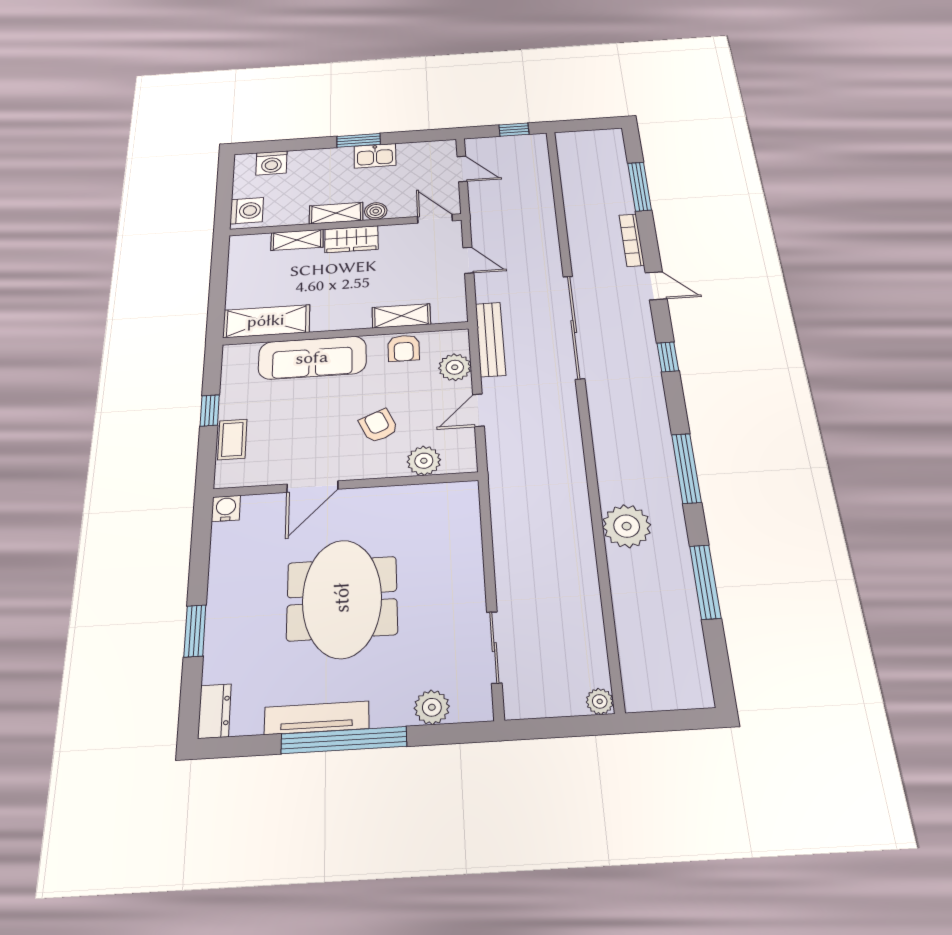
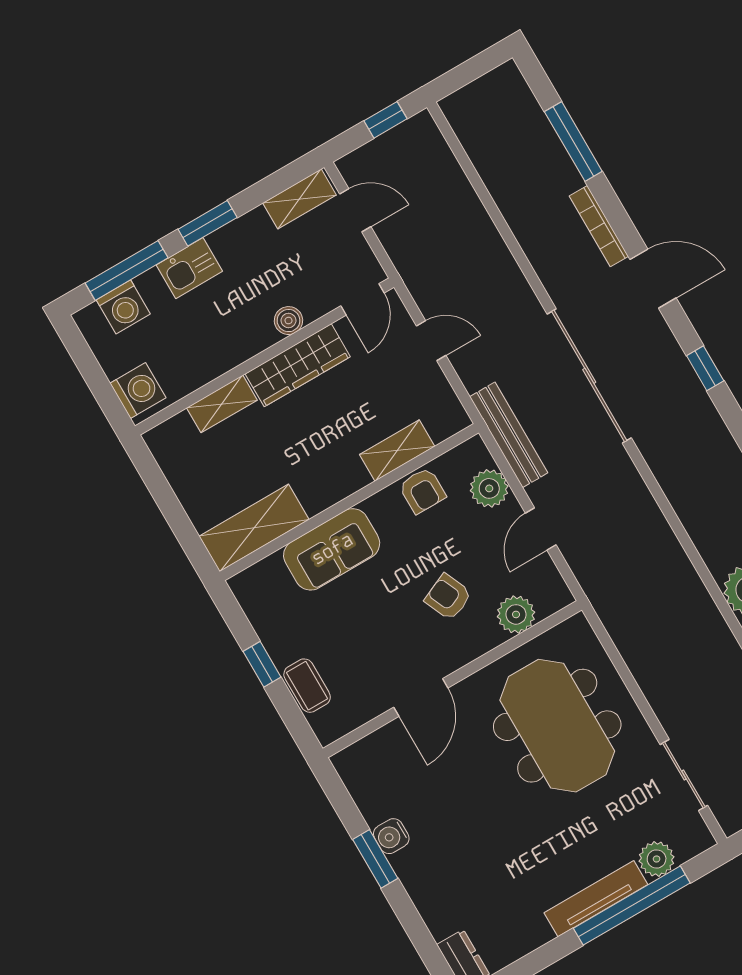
window: (288, 145) -> (127, 270), added
kitchen sink: (375, 156) -> (189, 268), moved
shelving: (336, 213) -> (299, 199), moved
door: (435, 219) -> (363, 299), swing flipped
wardrobe: (351, 239) -> (298, 365), width x1.50
door: (656, 286) -> (653, 279), width x1.38
sofa: (312, 358) -> (332, 549), width x0.73
water cooler: (226, 508) -> (391, 836), moved, turned -90
meeting table: (342, 598) -> (557, 726), moved
window: (195, 631) -> (375, 859), moved
tv unit: (317, 718) -> (596, 899), moved
window: (344, 740) -> (632, 906), moved

